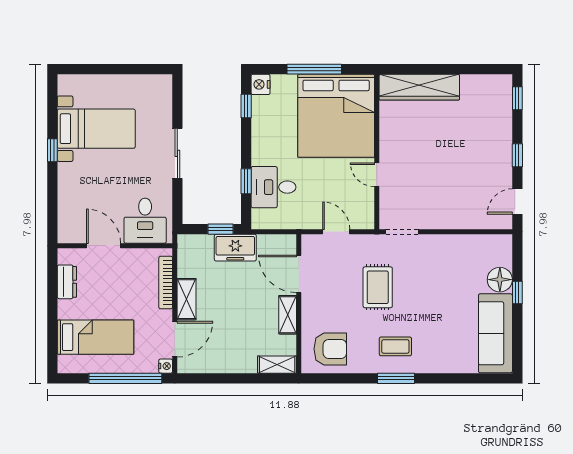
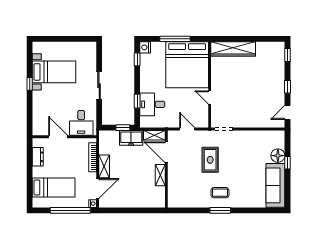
armchair: (330, 349) -> (184, 194), removed
shelving: (277, 365) -> (154, 135), moved

